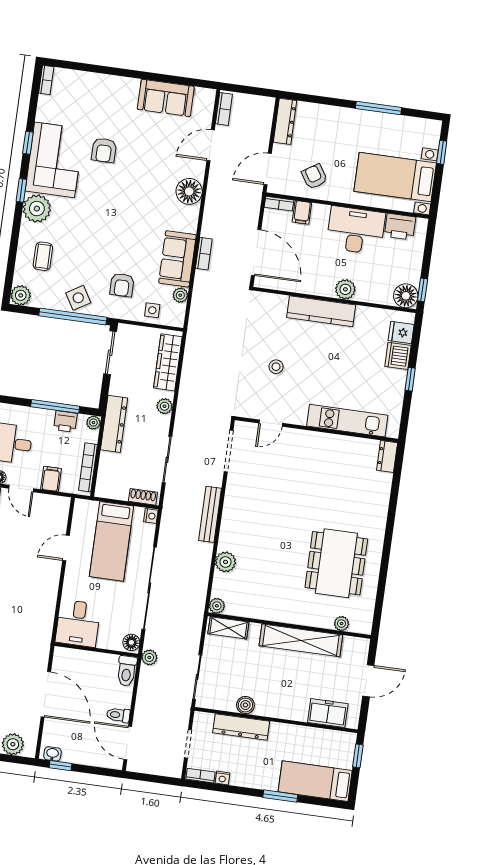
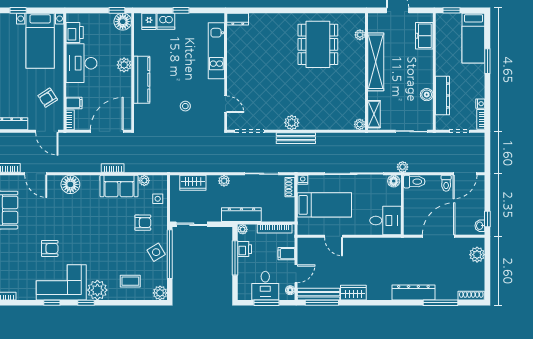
wardrobe: (168, 362) -> (193, 183), width x0.67
plant: (226, 562) -> (292, 123), moved
dining table: (336, 563) -> (318, 44), turned 90

